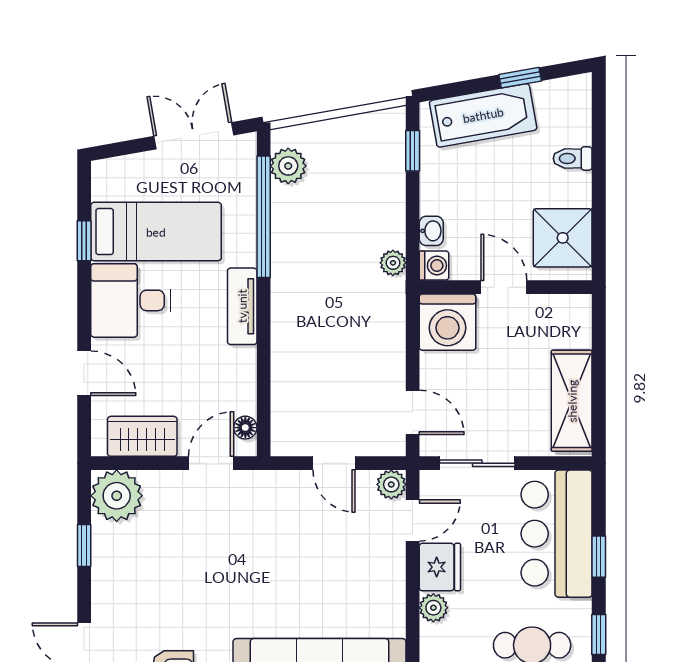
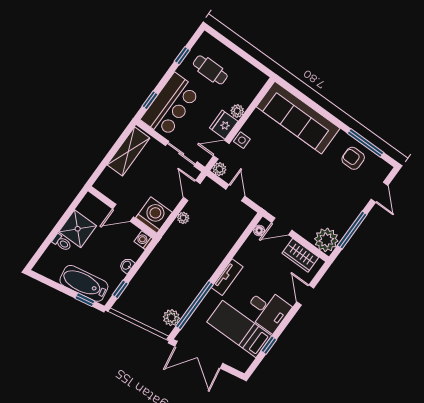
window: (520, 78) -> (85, 300), moved
double door: (194, 136) -> (199, 355), width x1.37
washbasin: (431, 231) -> (127, 265), moved
shower: (563, 238) -> (78, 229), moved
plant: (393, 263) -> (183, 218), moved
door: (504, 287) -> (123, 213), hinge flipped
window: (84, 545) -> (352, 230), width x2.17
window: (599, 557) -> (150, 100), moved
side table: (389, 563) -> (242, 140), added

